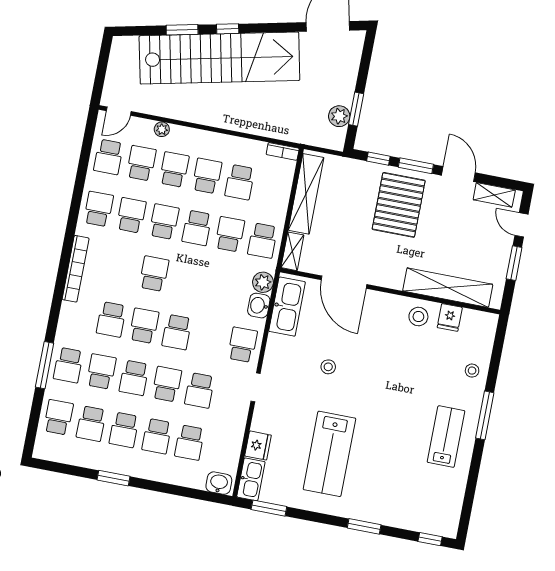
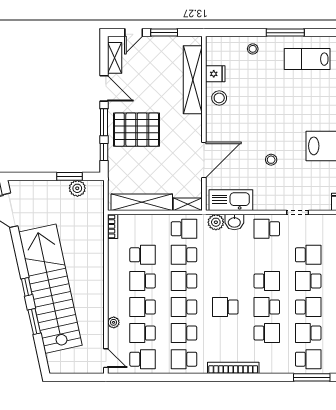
door: (458, 174) -> (104, 88), swing flipped
school desk: (197, 228) -> (184, 281), turned 180

